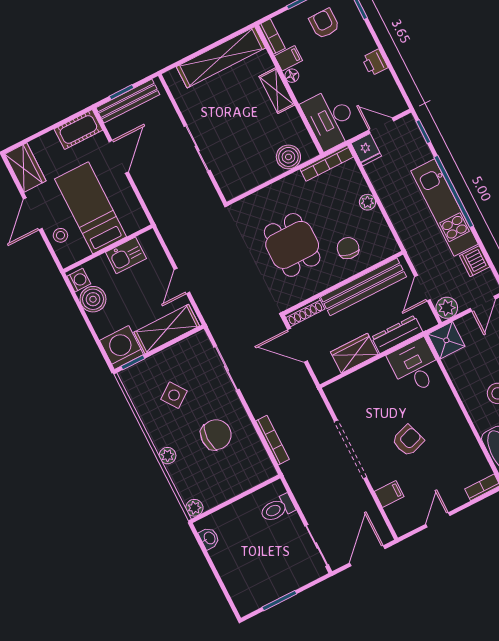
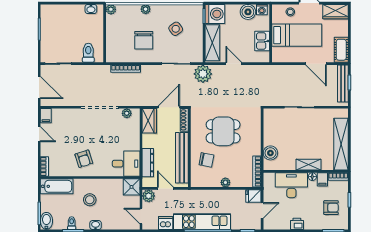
desk: (330, 119) -> (291, 185), moved
plant: (221, 320) -> (203, 74), added
wardrobe: (354, 353) -> (149, 121), moved
plant: (339, 404) -> (127, 113), added
armchair: (408, 440) -> (84, 159), moved
filing cabinet: (389, 494) -> (46, 116), moved

